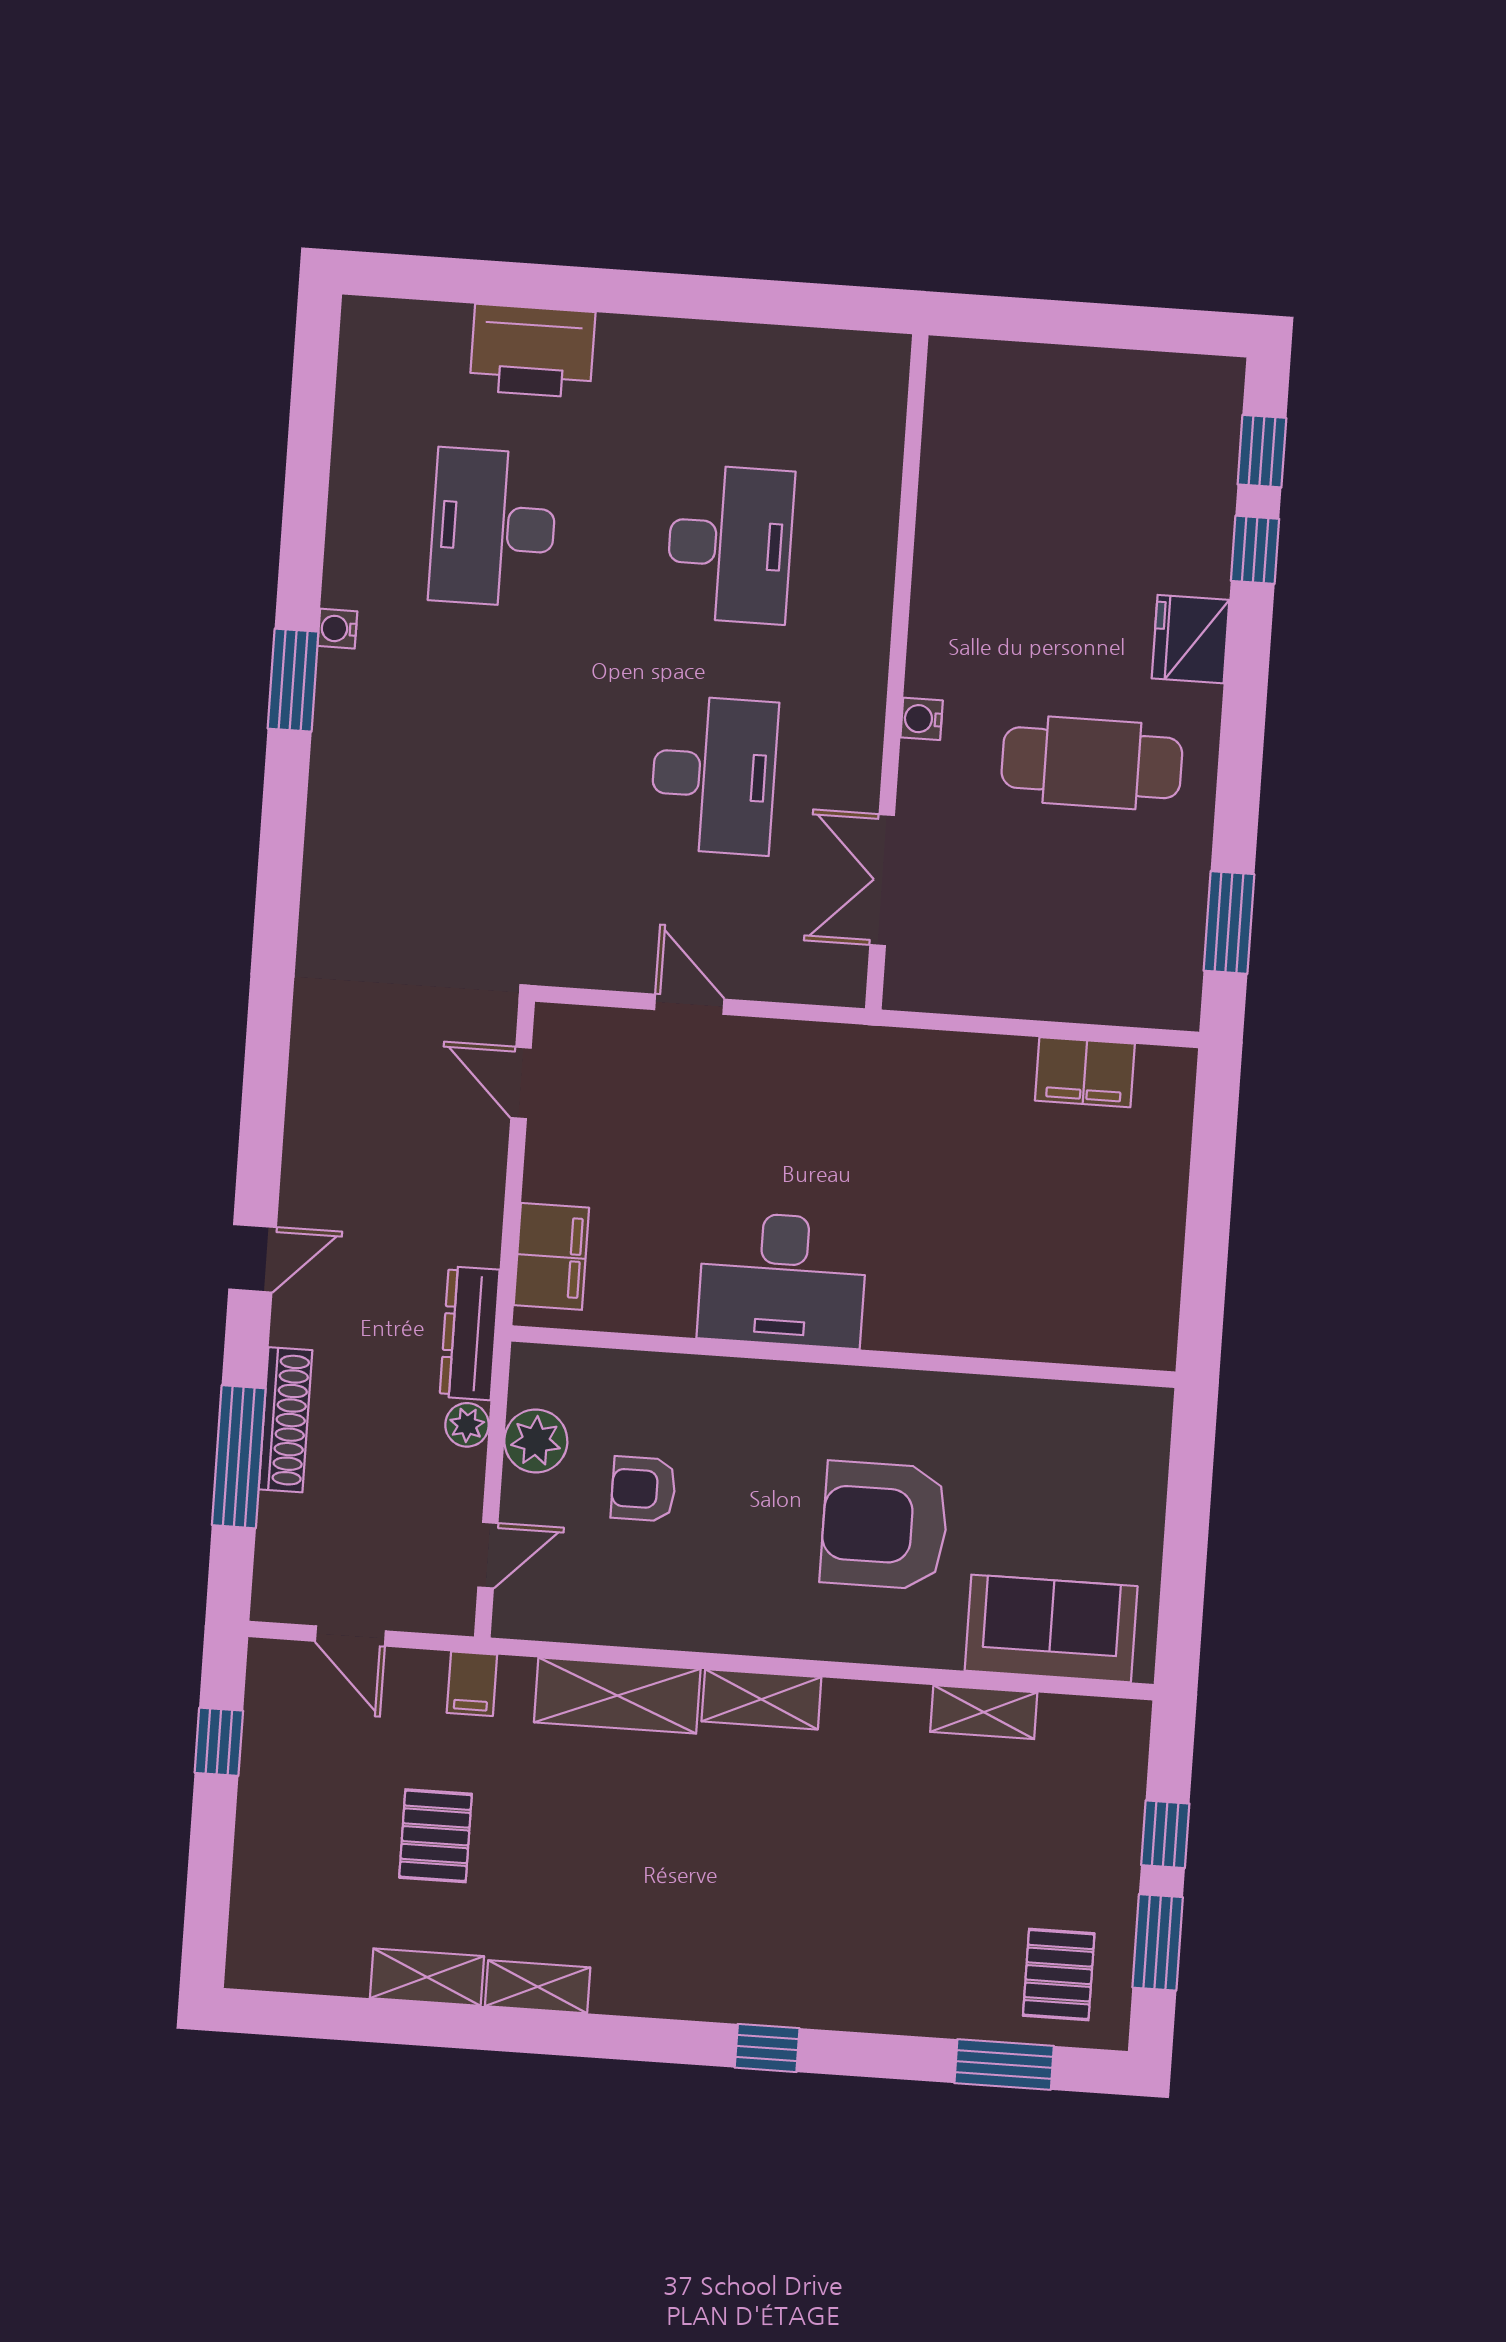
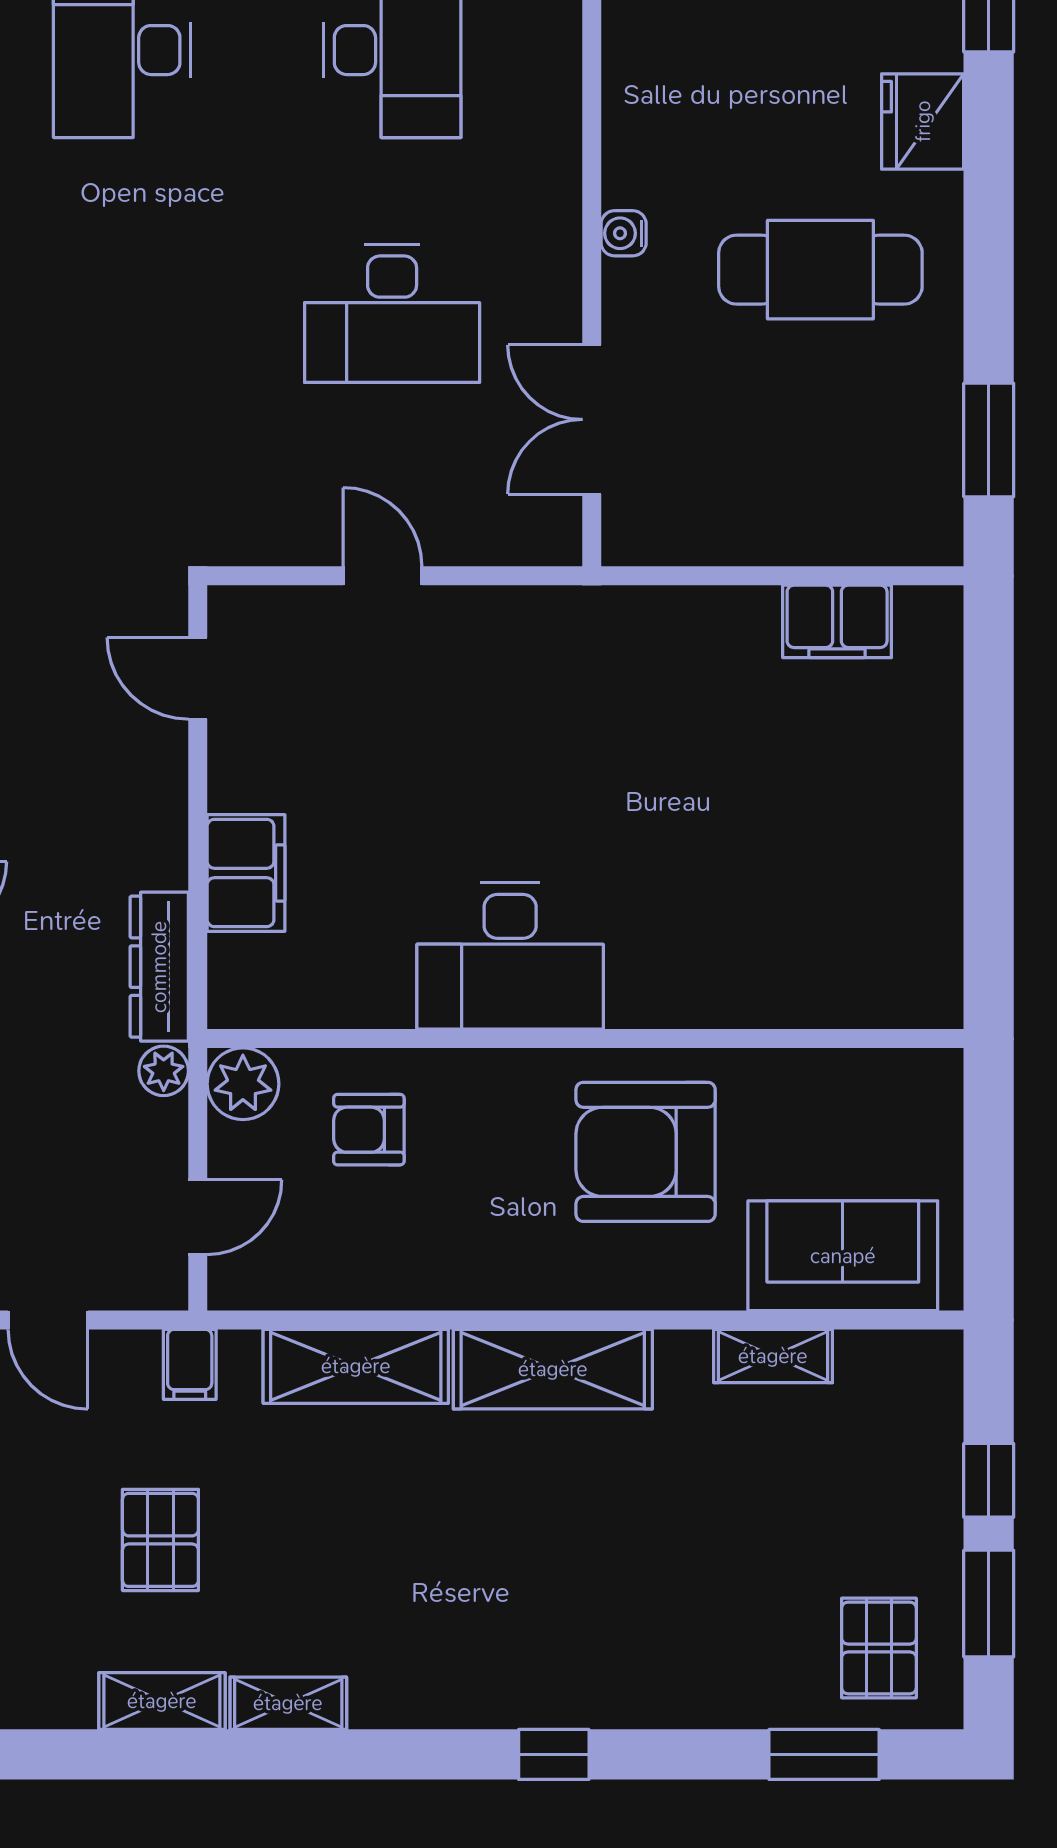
desk: (714, 775) -> (392, 314), turned 90
desk: (782, 1280) -> (510, 956), moved
wall: (843, 1357) -> (585, 1039), moved
shelving: (761, 1699) -> (553, 1369), width x1.50, depth x1.33

